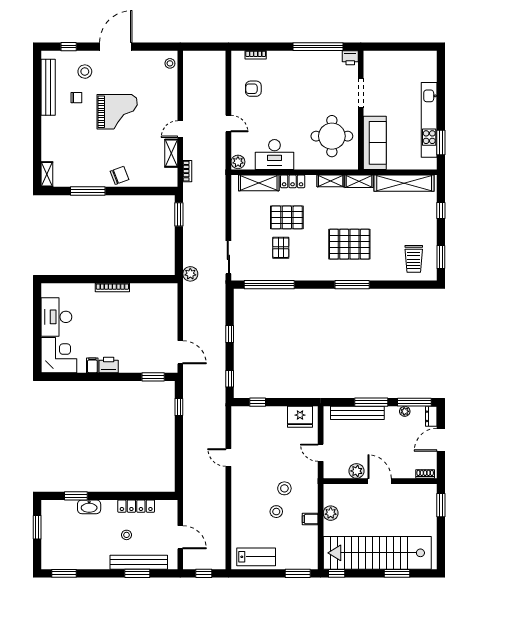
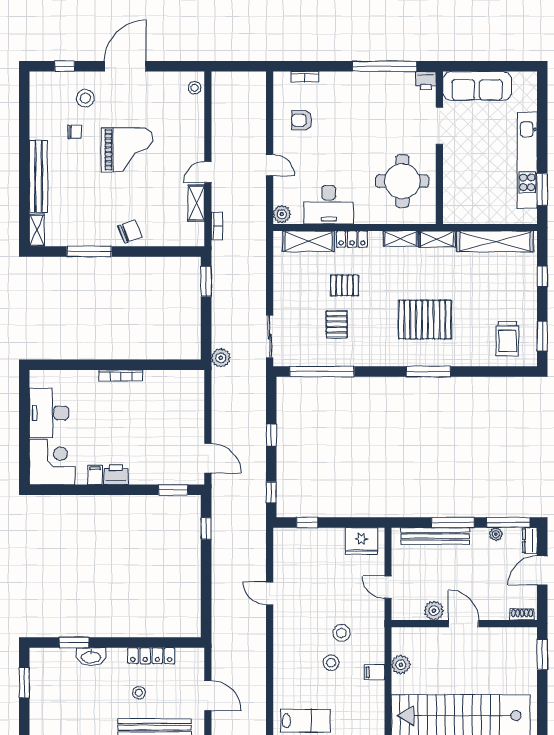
bench: (48, 87) -> (38, 176), moved
sofa: (375, 143) -> (477, 86), moved, turned 90
pallet: (287, 217) -> (345, 285), width x0.67, depth x0.71

